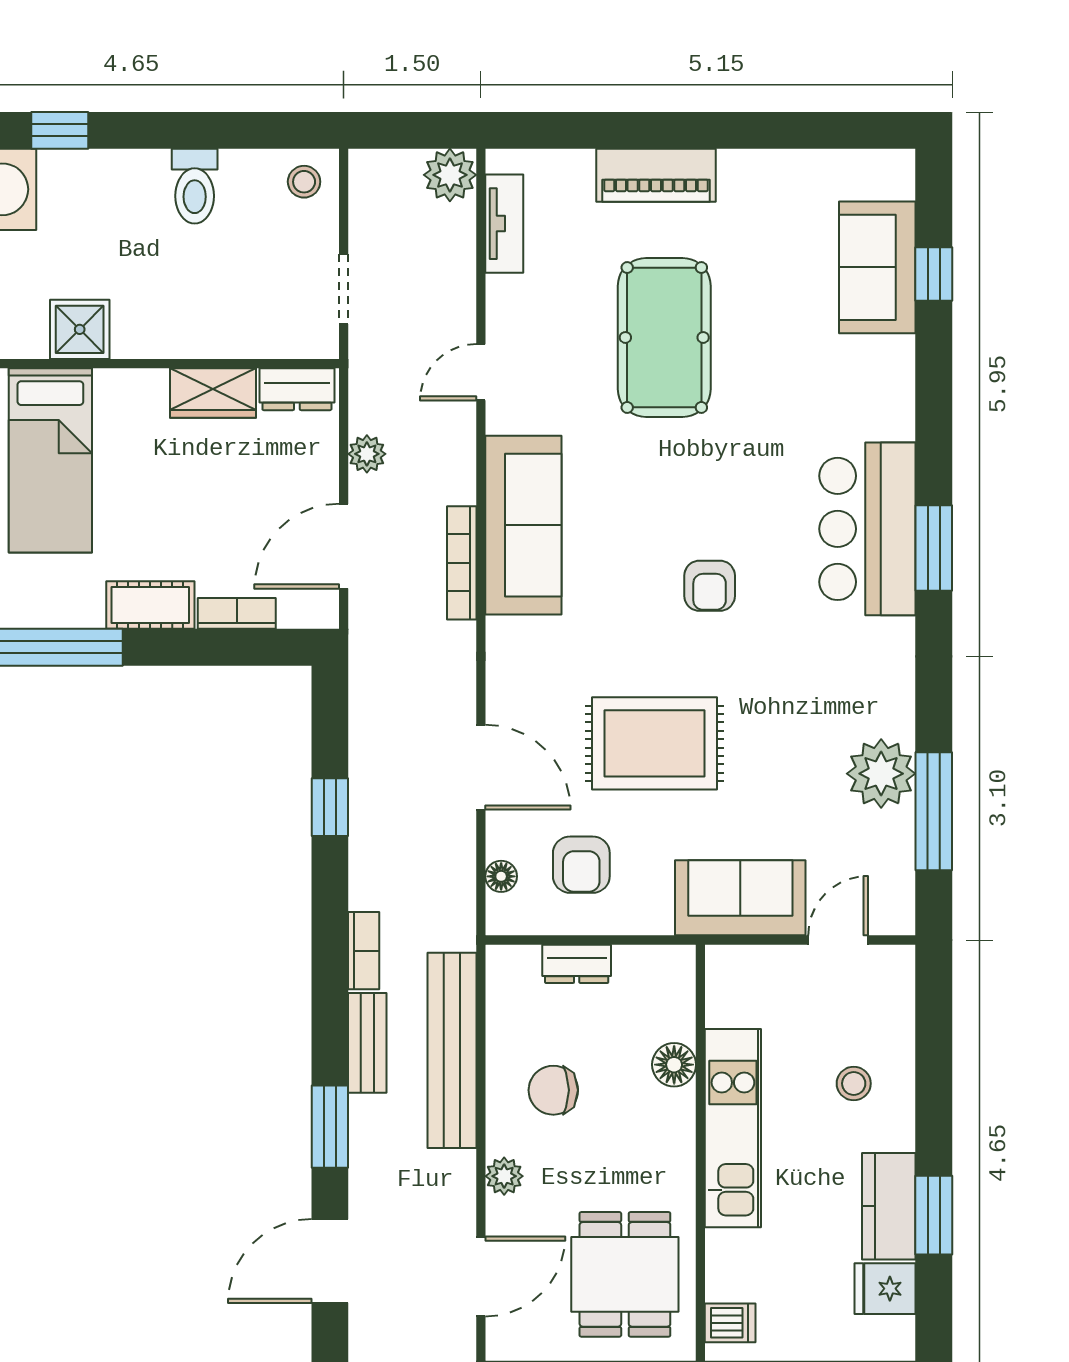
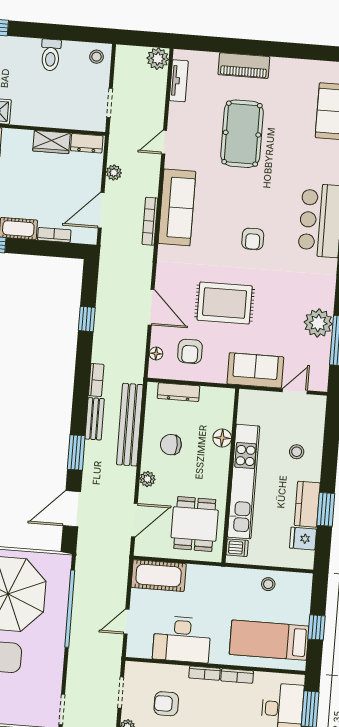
dresser: (577, 964) -> (178, 392), width x1.44
kitchen unit: (733, 1128) -> (243, 482), width x1.36

